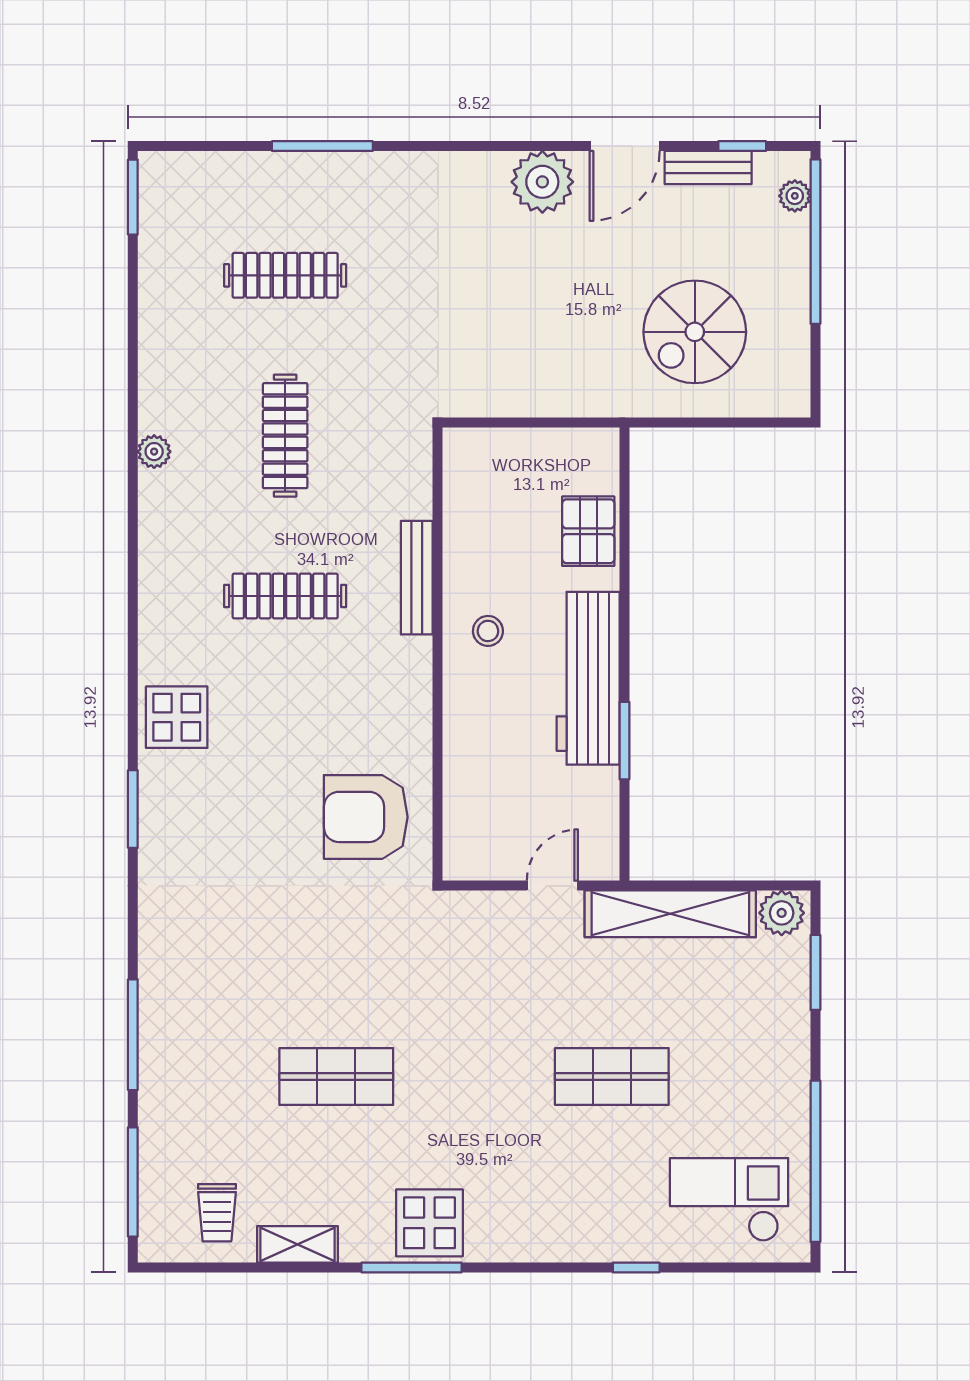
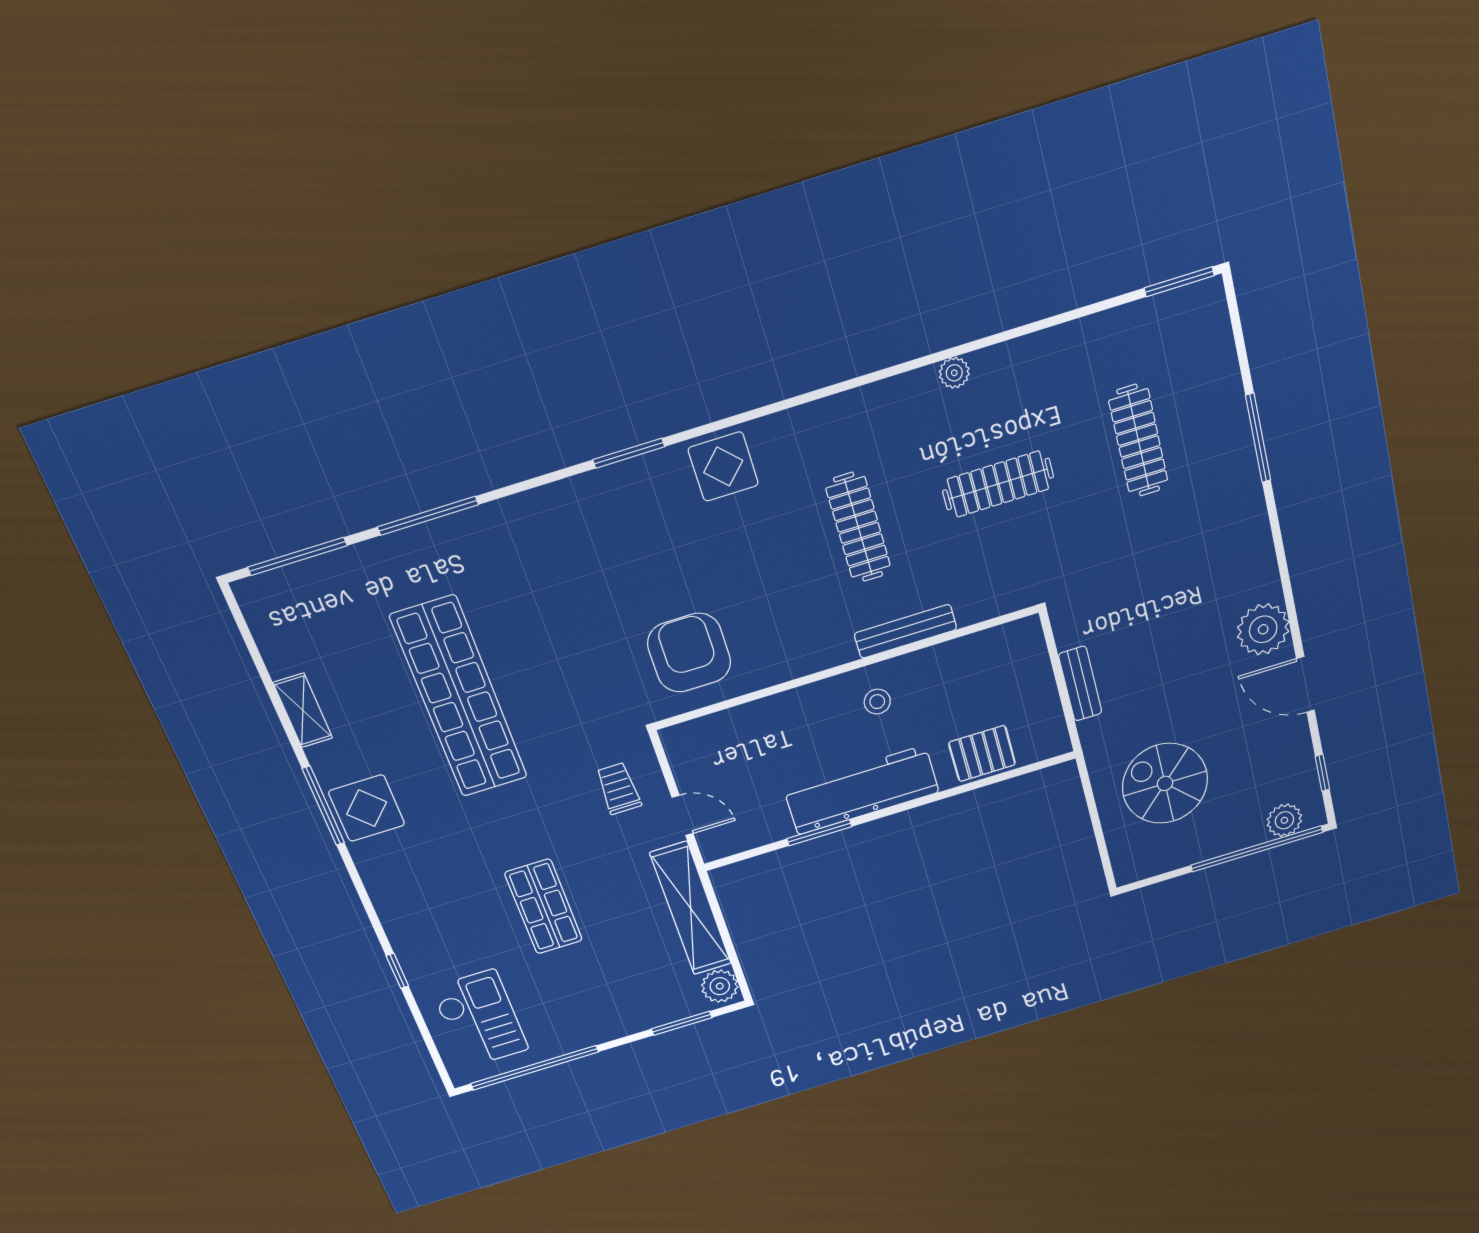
bench: (708, 168) -> (1080, 684), moved
plant: (795, 196) -> (1284, 820), width x1.38, depth x1.38
shop shelf: (336, 1077) -> (459, 697), width x2.00, depth x1.36
trolley: (217, 1213) -> (618, 788), moved, turned 90

